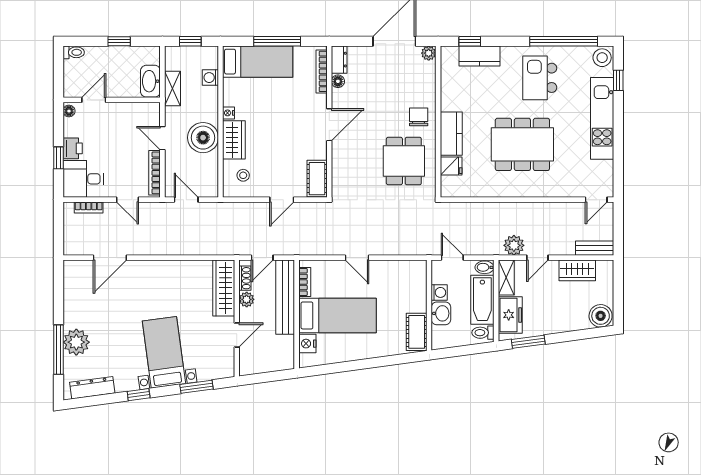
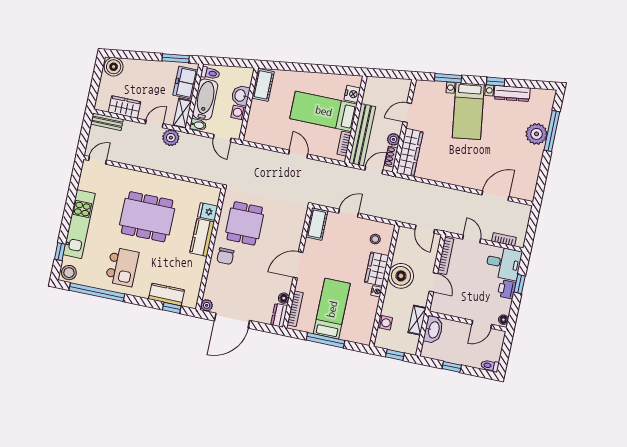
bed: (258, 62) -> (332, 309), moved, turned 90
dresser: (92, 388) -> (512, 93), moved

